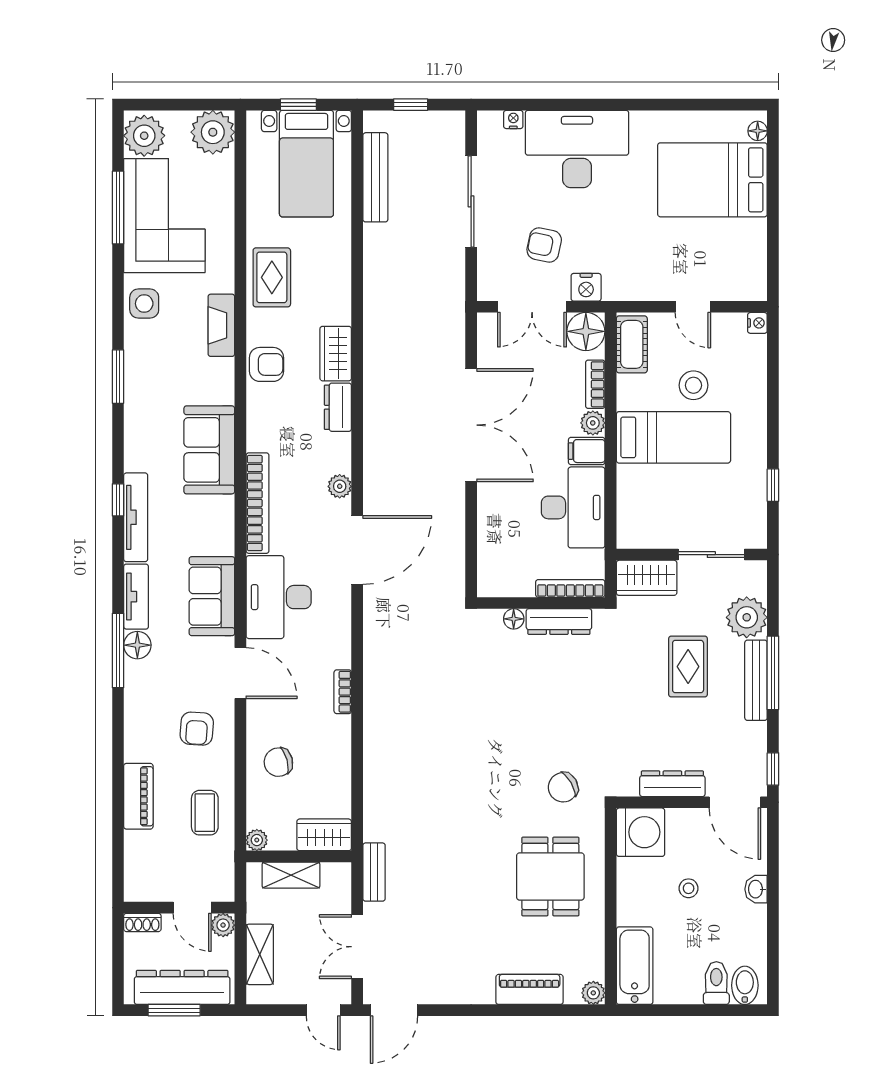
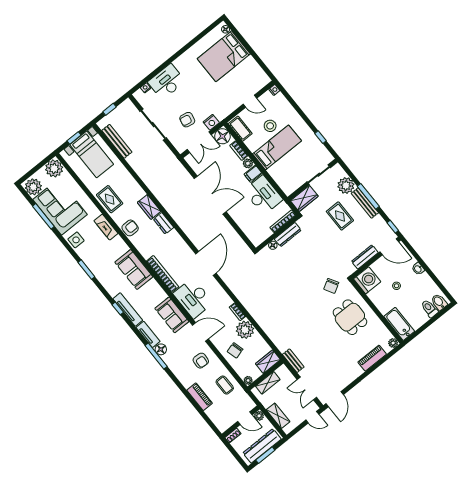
desk: (577, 149) -> (167, 82), width x0.73, depth x0.77
plant: (340, 486) -> (245, 330), moved, width x1.87, depth x1.87

